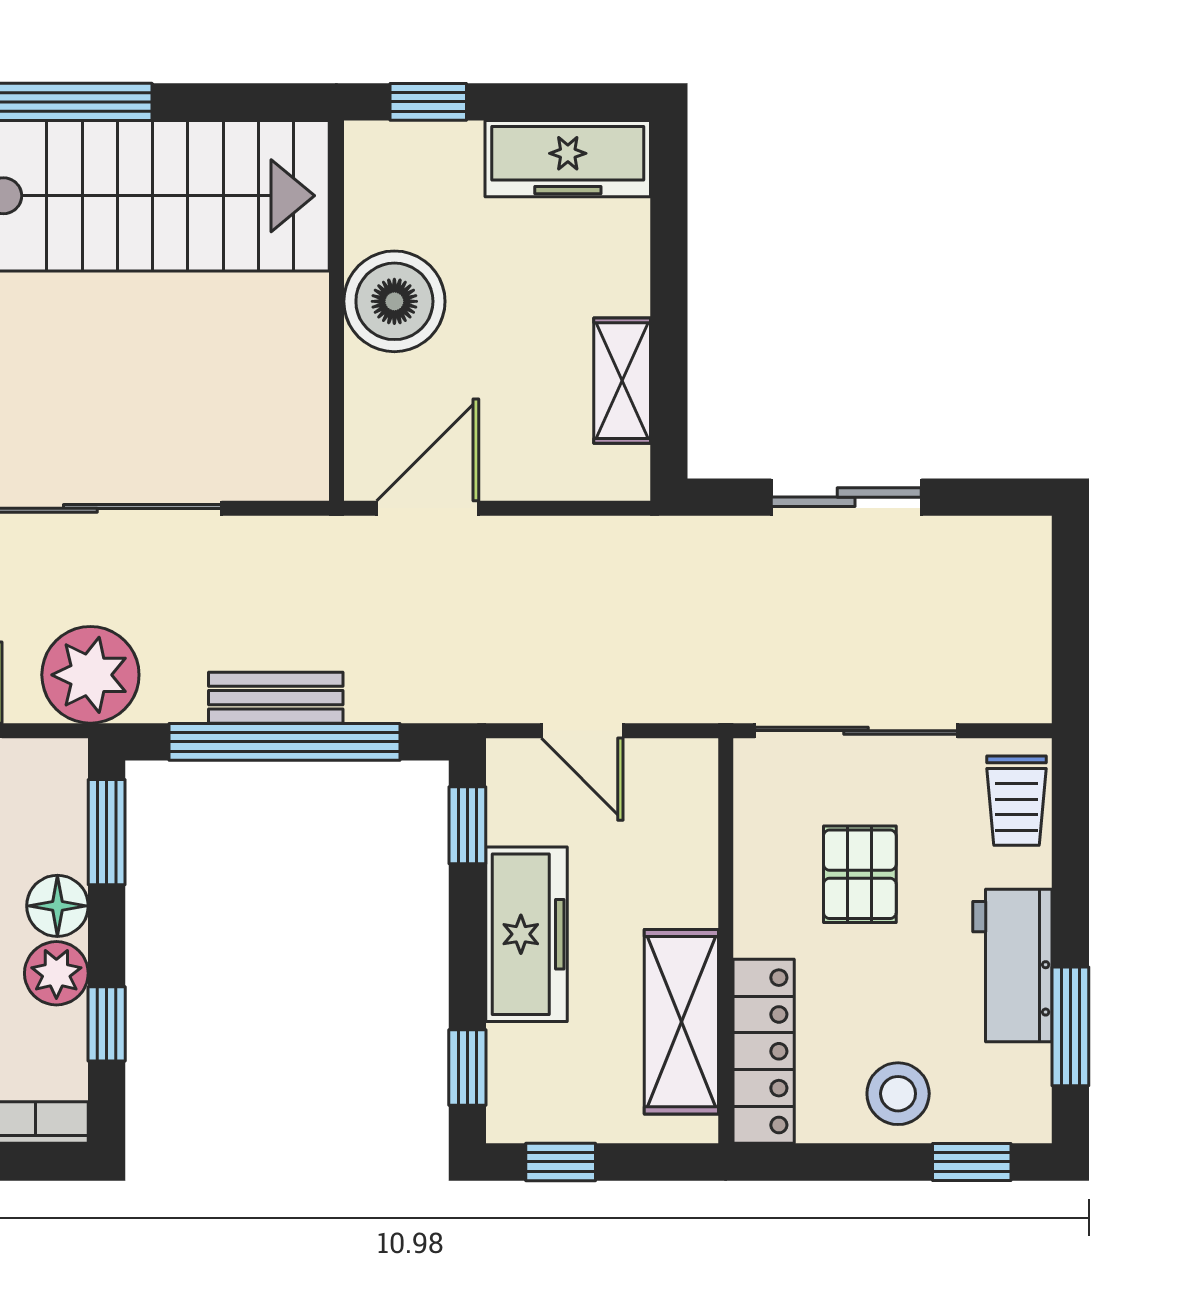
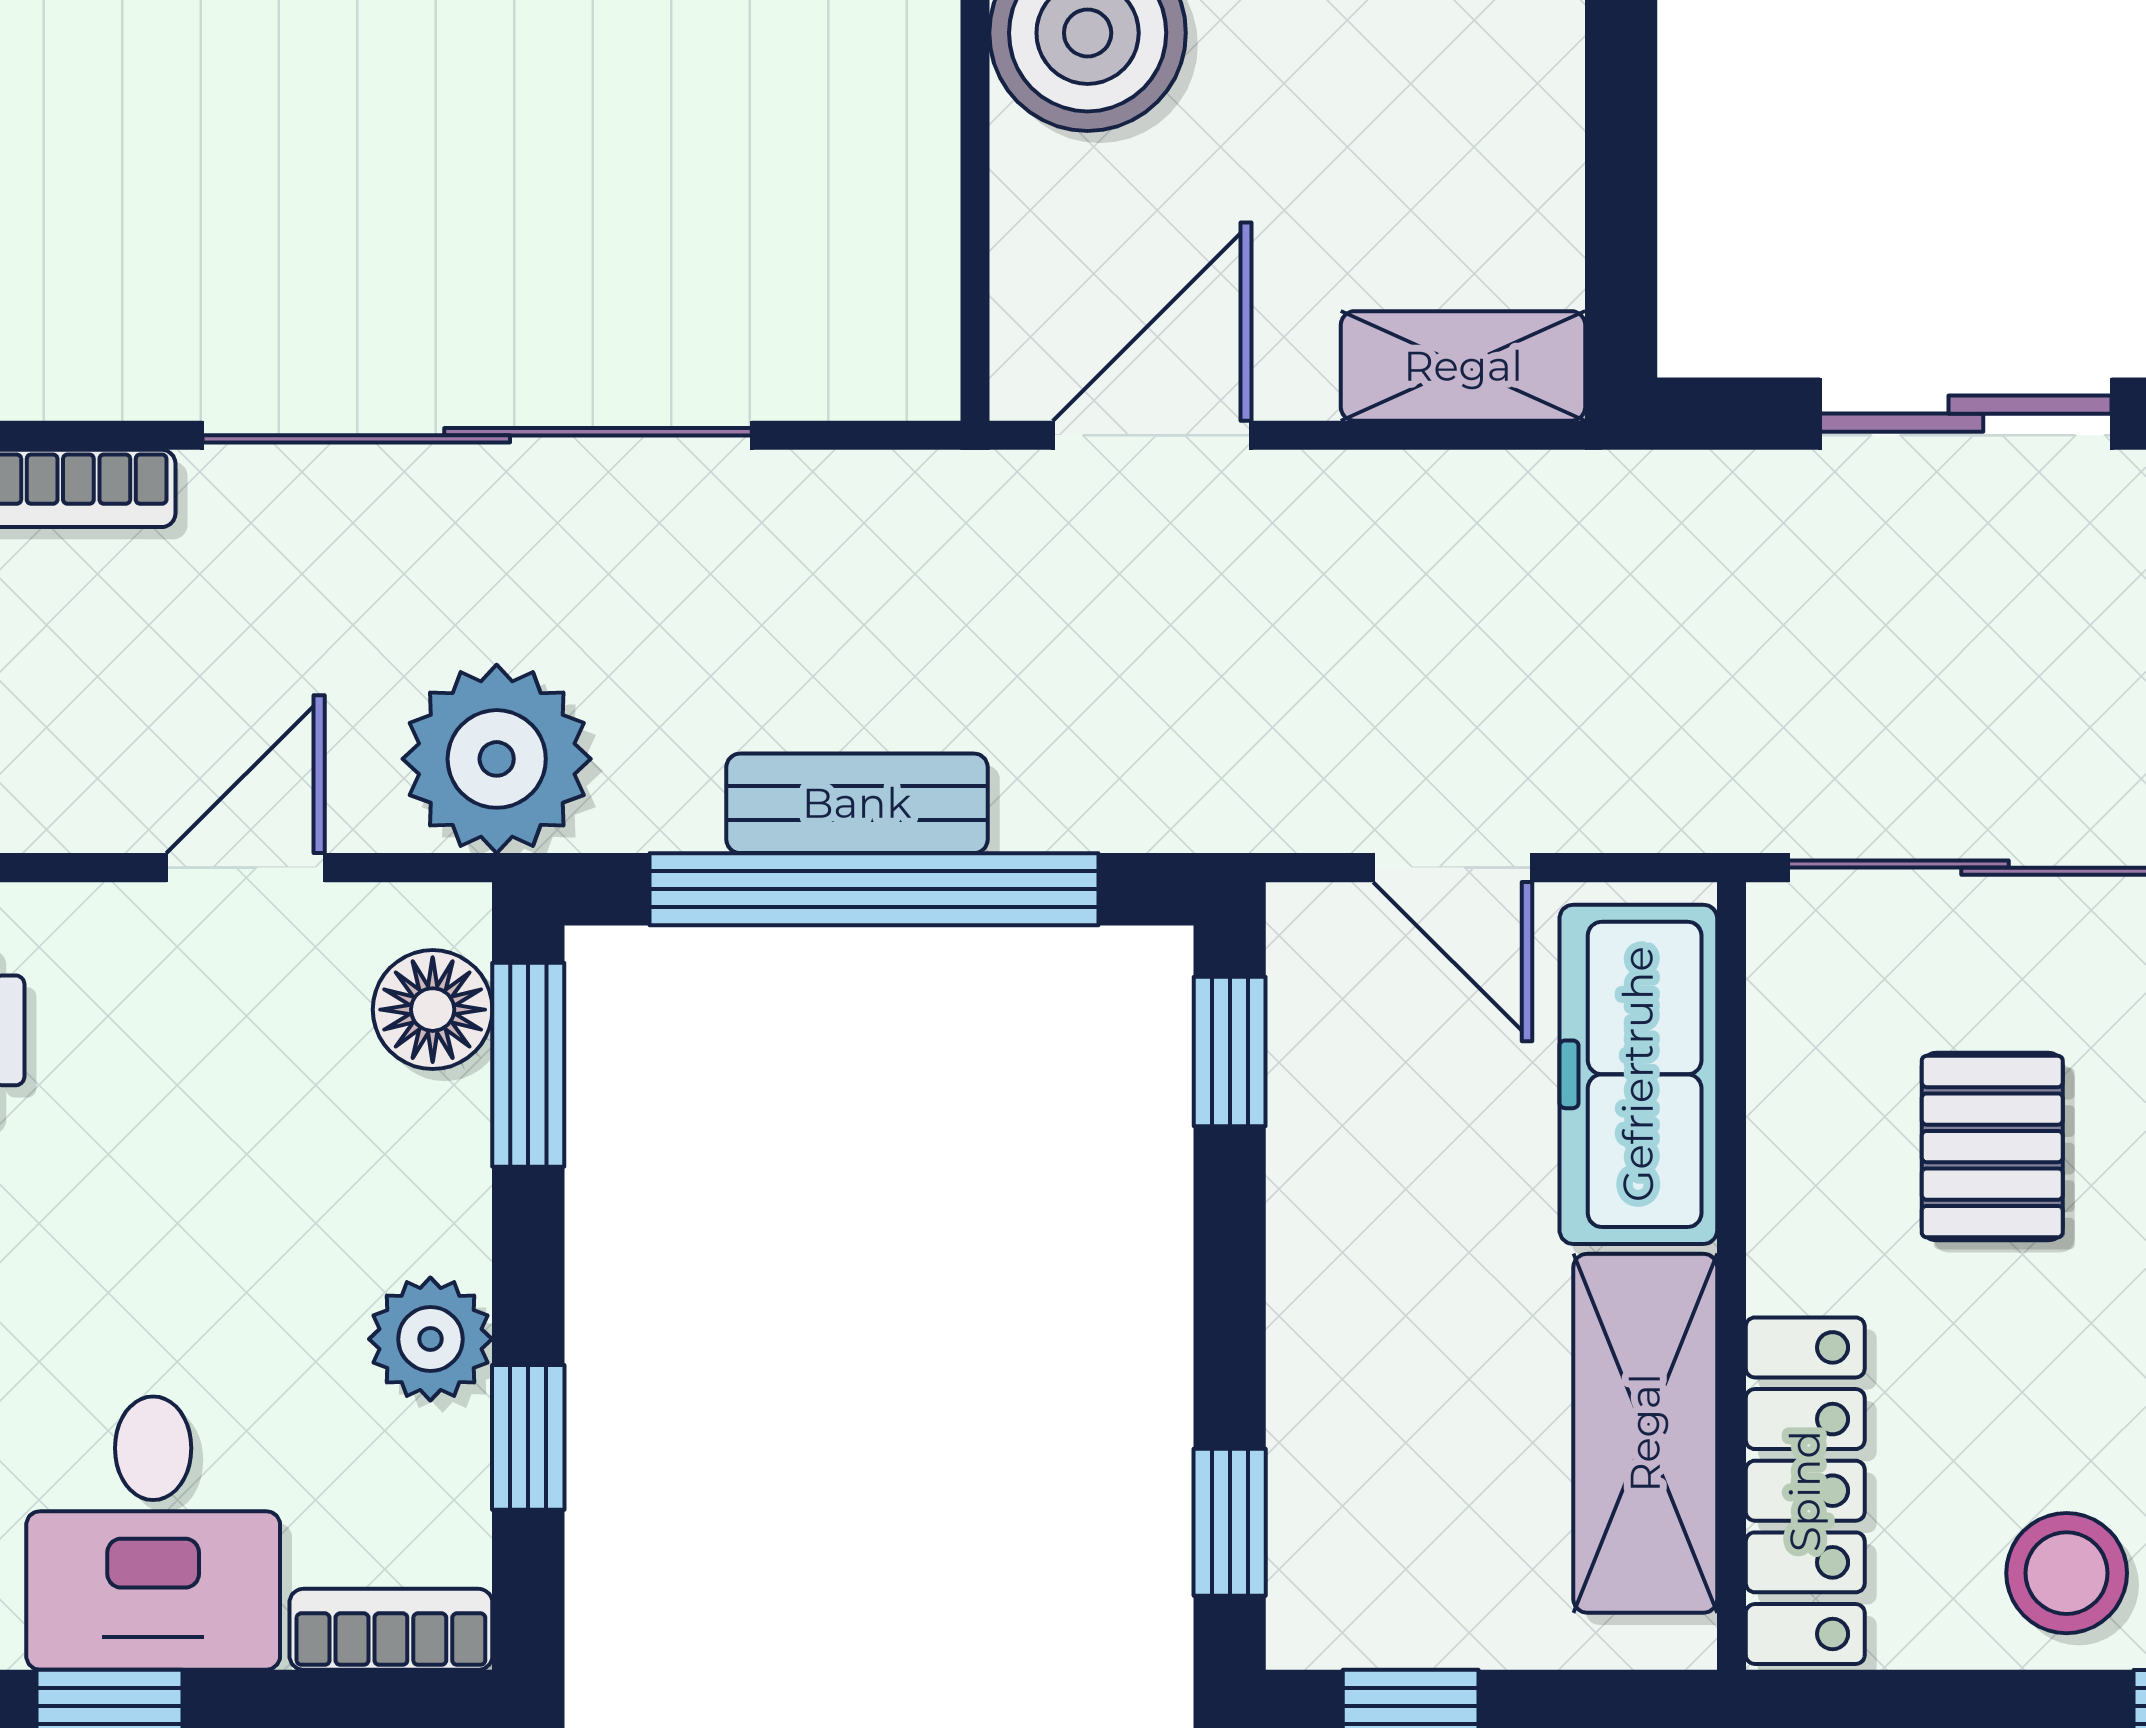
shelving: (622, 381) -> (1463, 366), moved, turned 90
floor lamp: (57, 906) -> (433, 1010), moved
freezer: (527, 934) -> (1638, 1074), moved, turned 180

